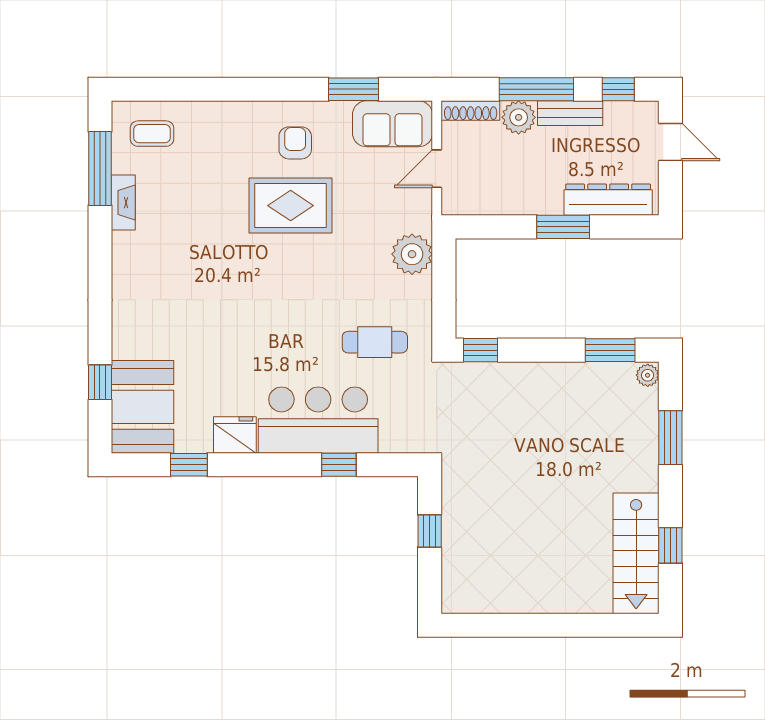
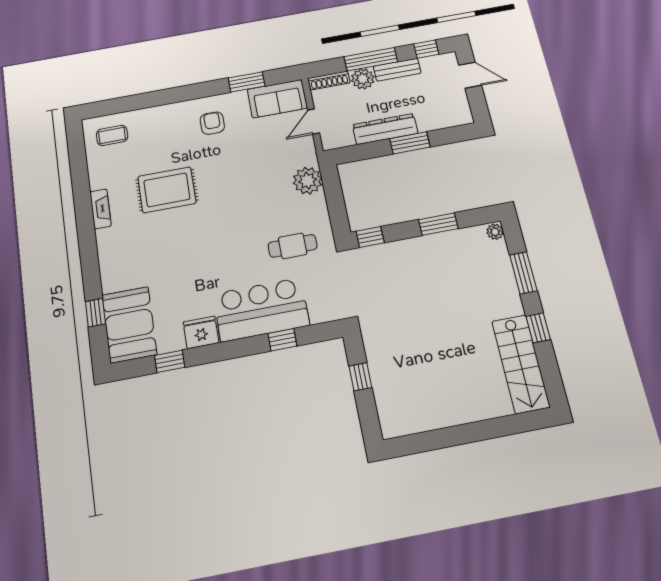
window: (100, 168) -> (78, 165), removed
dresser: (608, 200) -> (385, 129), moved
fireplace: (123, 203) -> (100, 209), moved
rug: (291, 206) -> (167, 190), moved
window: (610, 350) -> (438, 224), moved
window: (670, 545) -> (538, 328), moved

